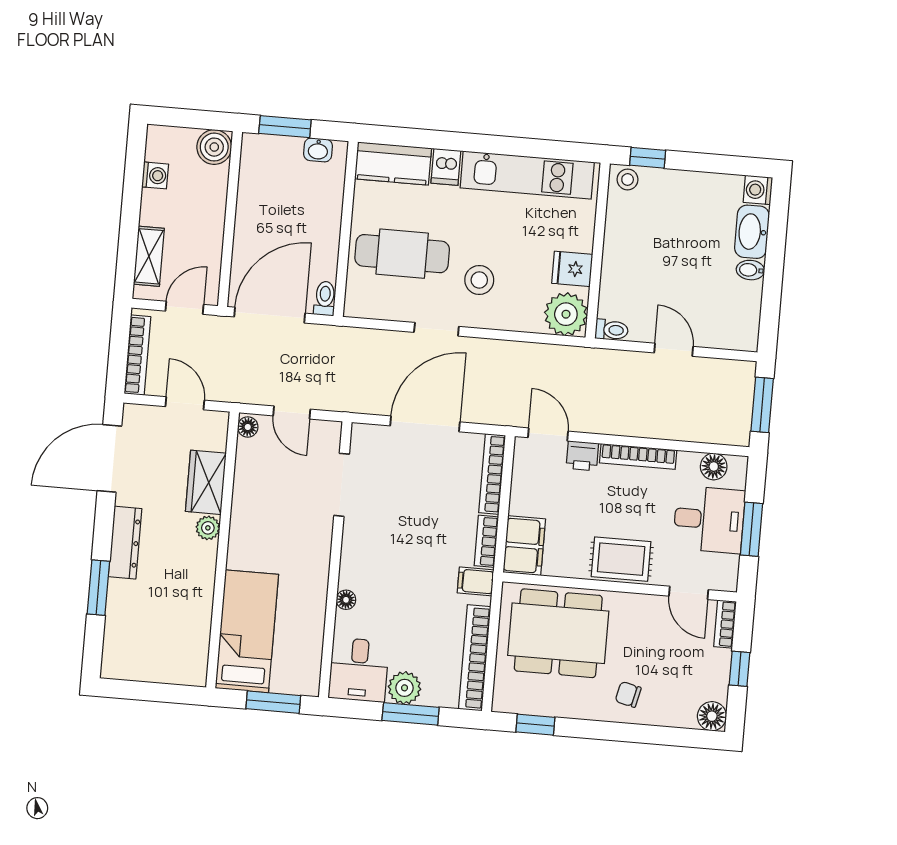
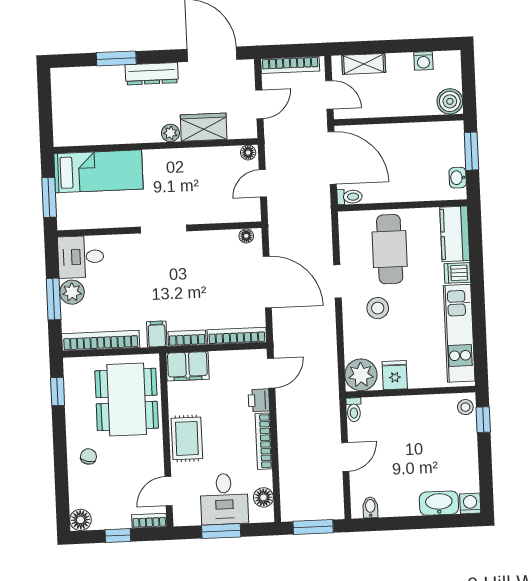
bidet: (750, 270) -> (370, 507), moved
doorway: (342, 485) -> (164, 229), moved
floor lamp: (346, 600) -> (246, 236), moved

